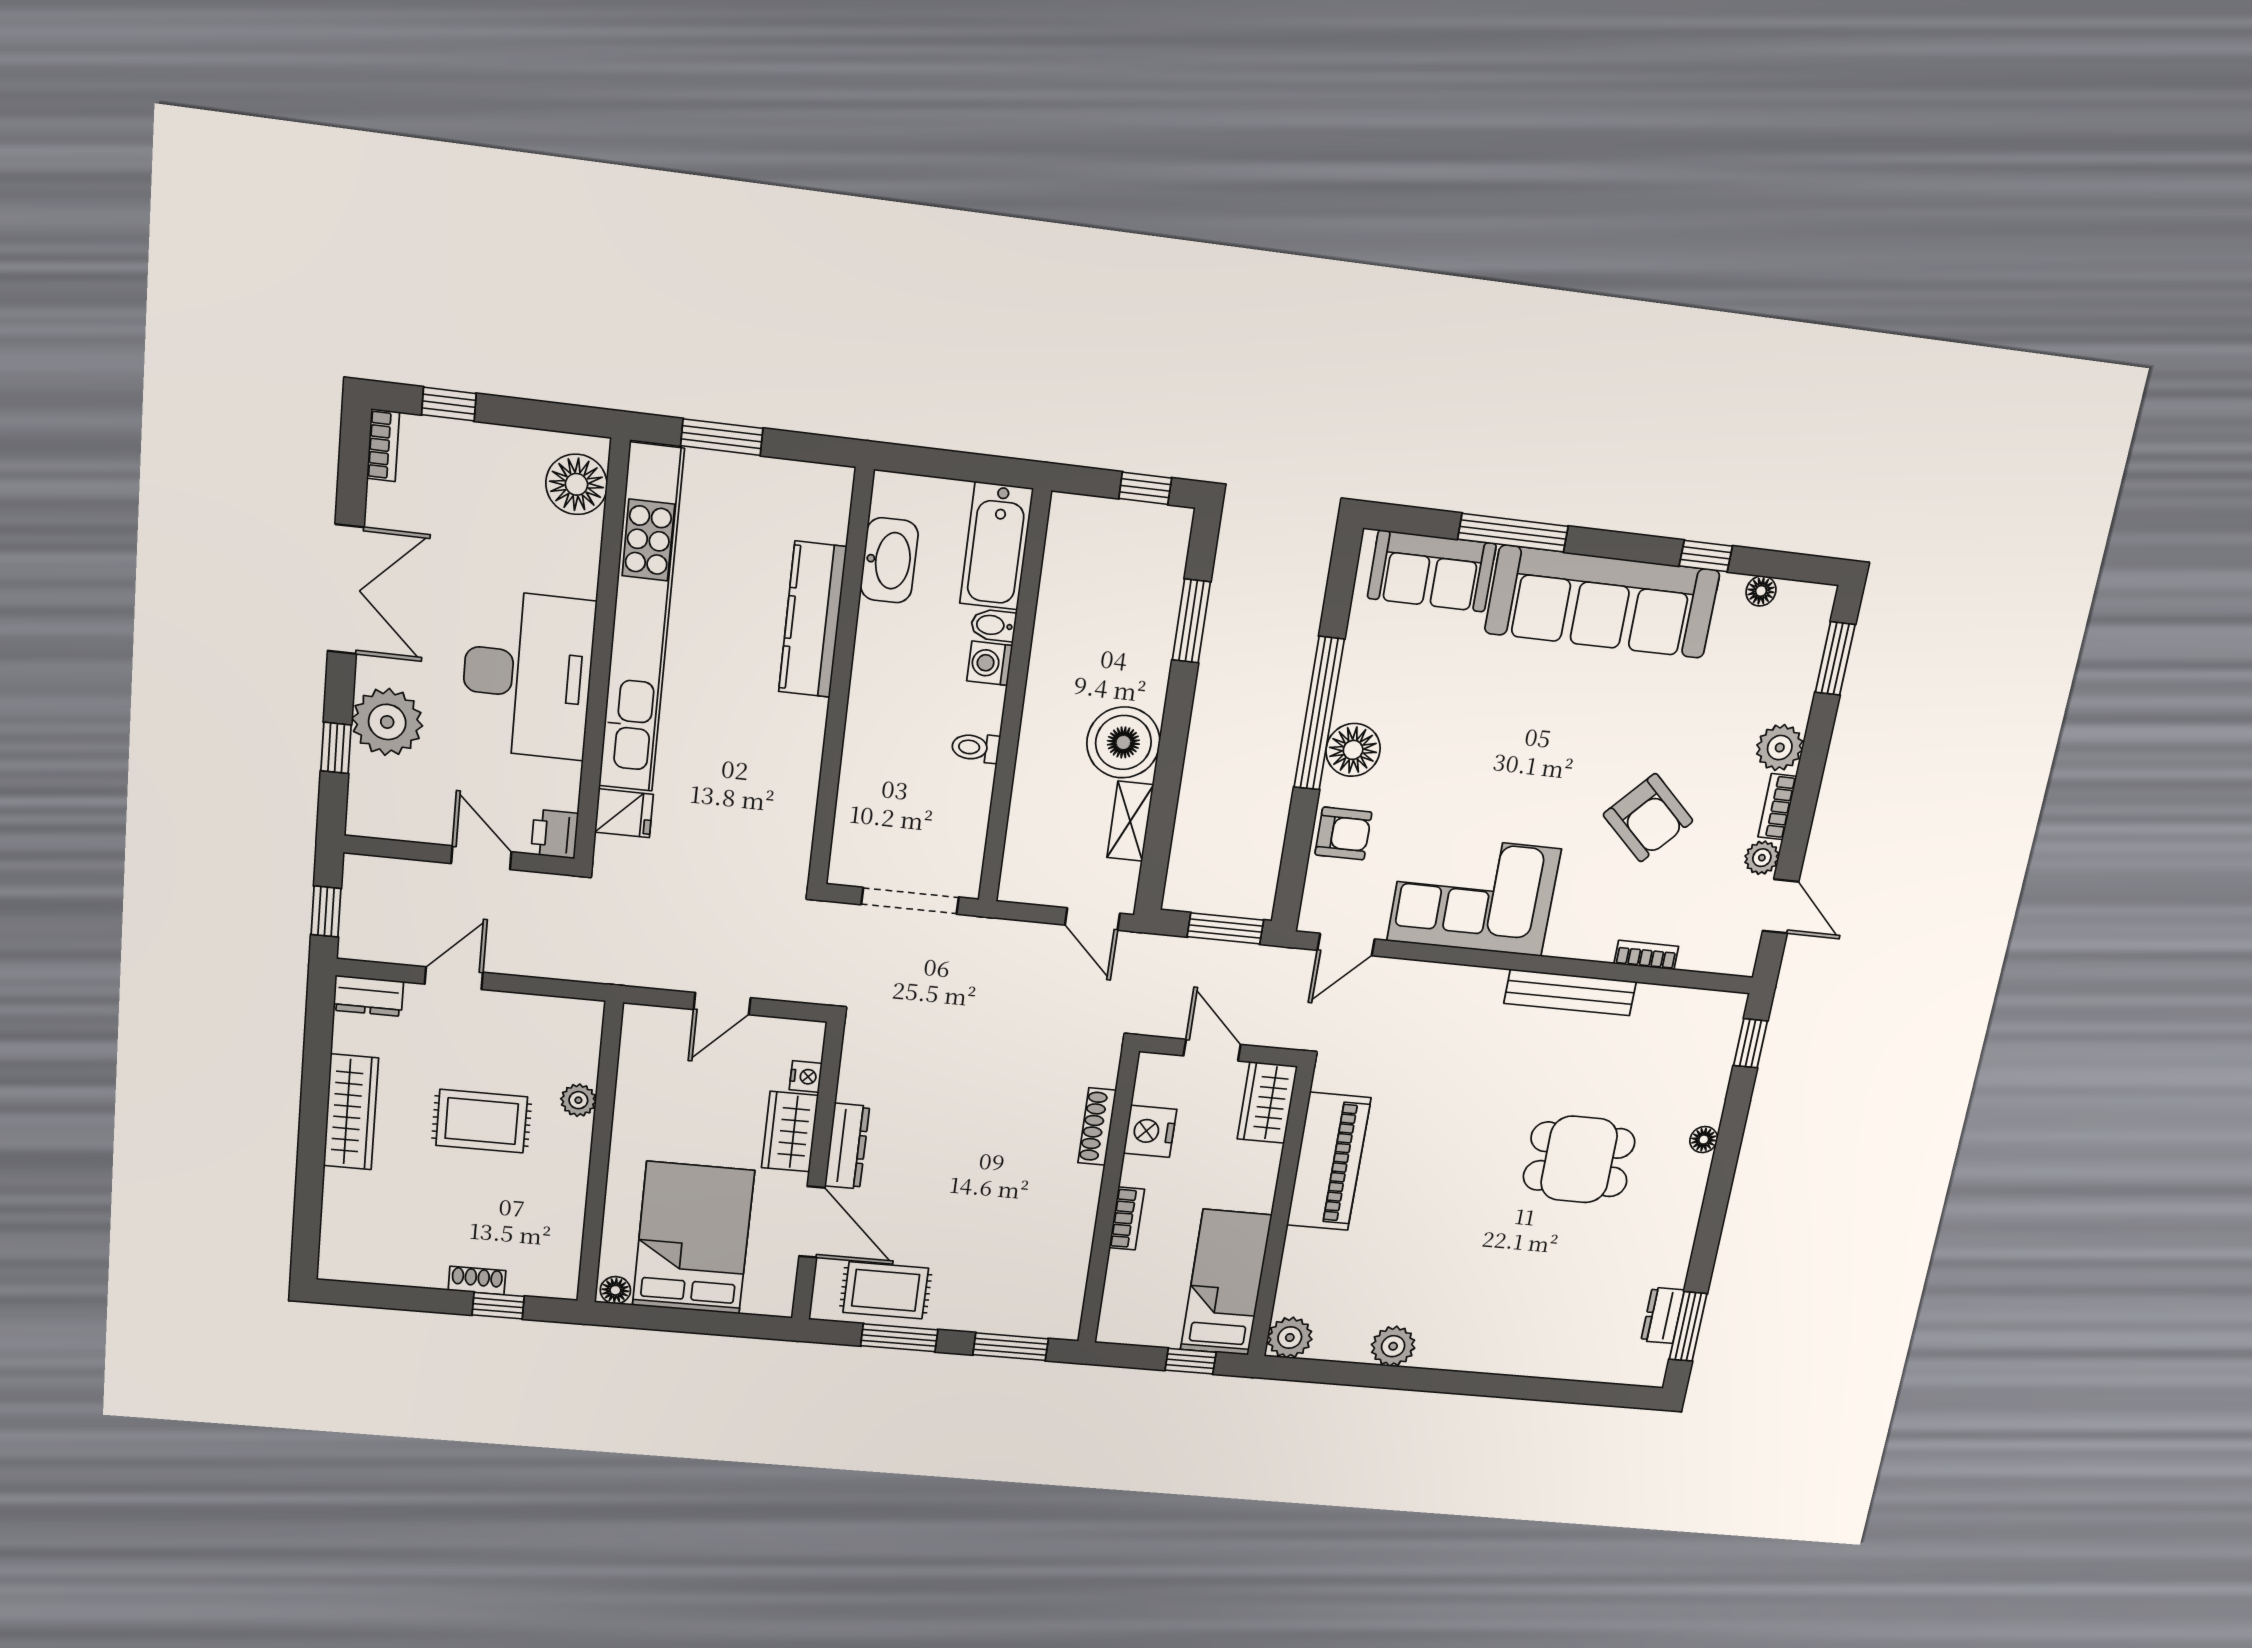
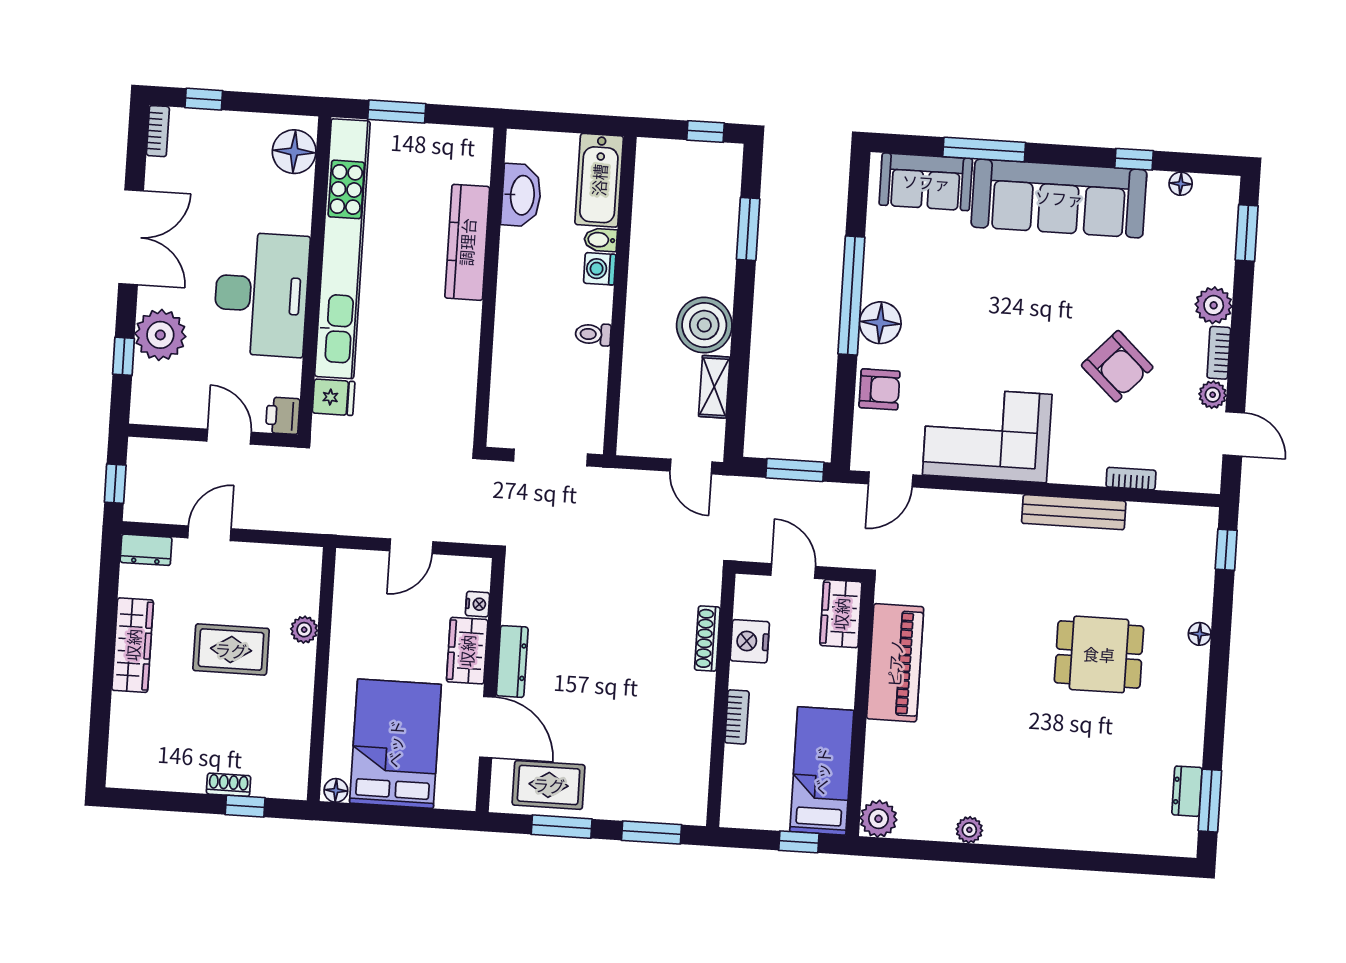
plant: (1393, 1346) -> (969, 830), width x0.73, depth x0.73

